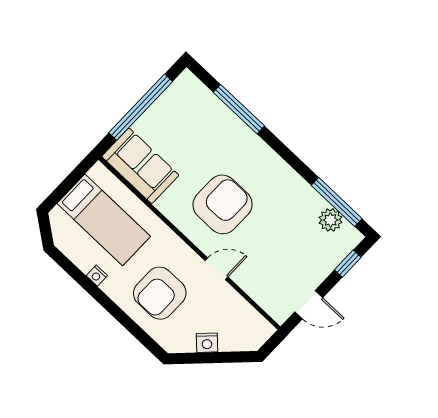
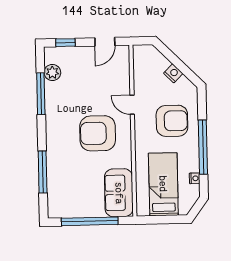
window: (337, 202) -> (41, 94), moved
nightstand: (97, 276) -> (195, 178), moved
window: (102, 298) -> (203, 147), added
door: (309, 305) -> (105, 42), swing flipped

